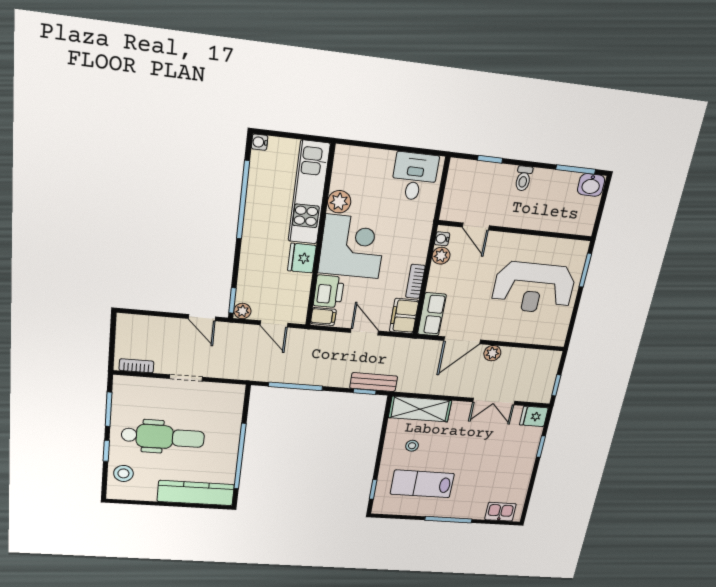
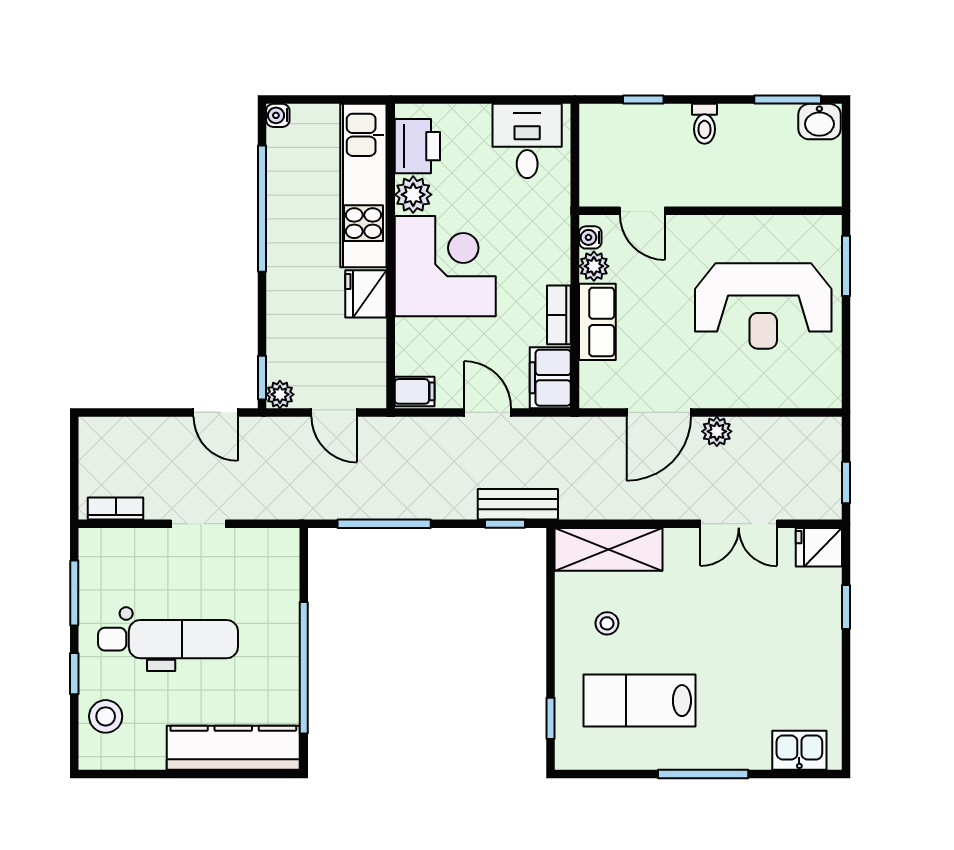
printer: (329, 291) -> (417, 146), moved
row of seats: (432, 314) -> (597, 322), moved

